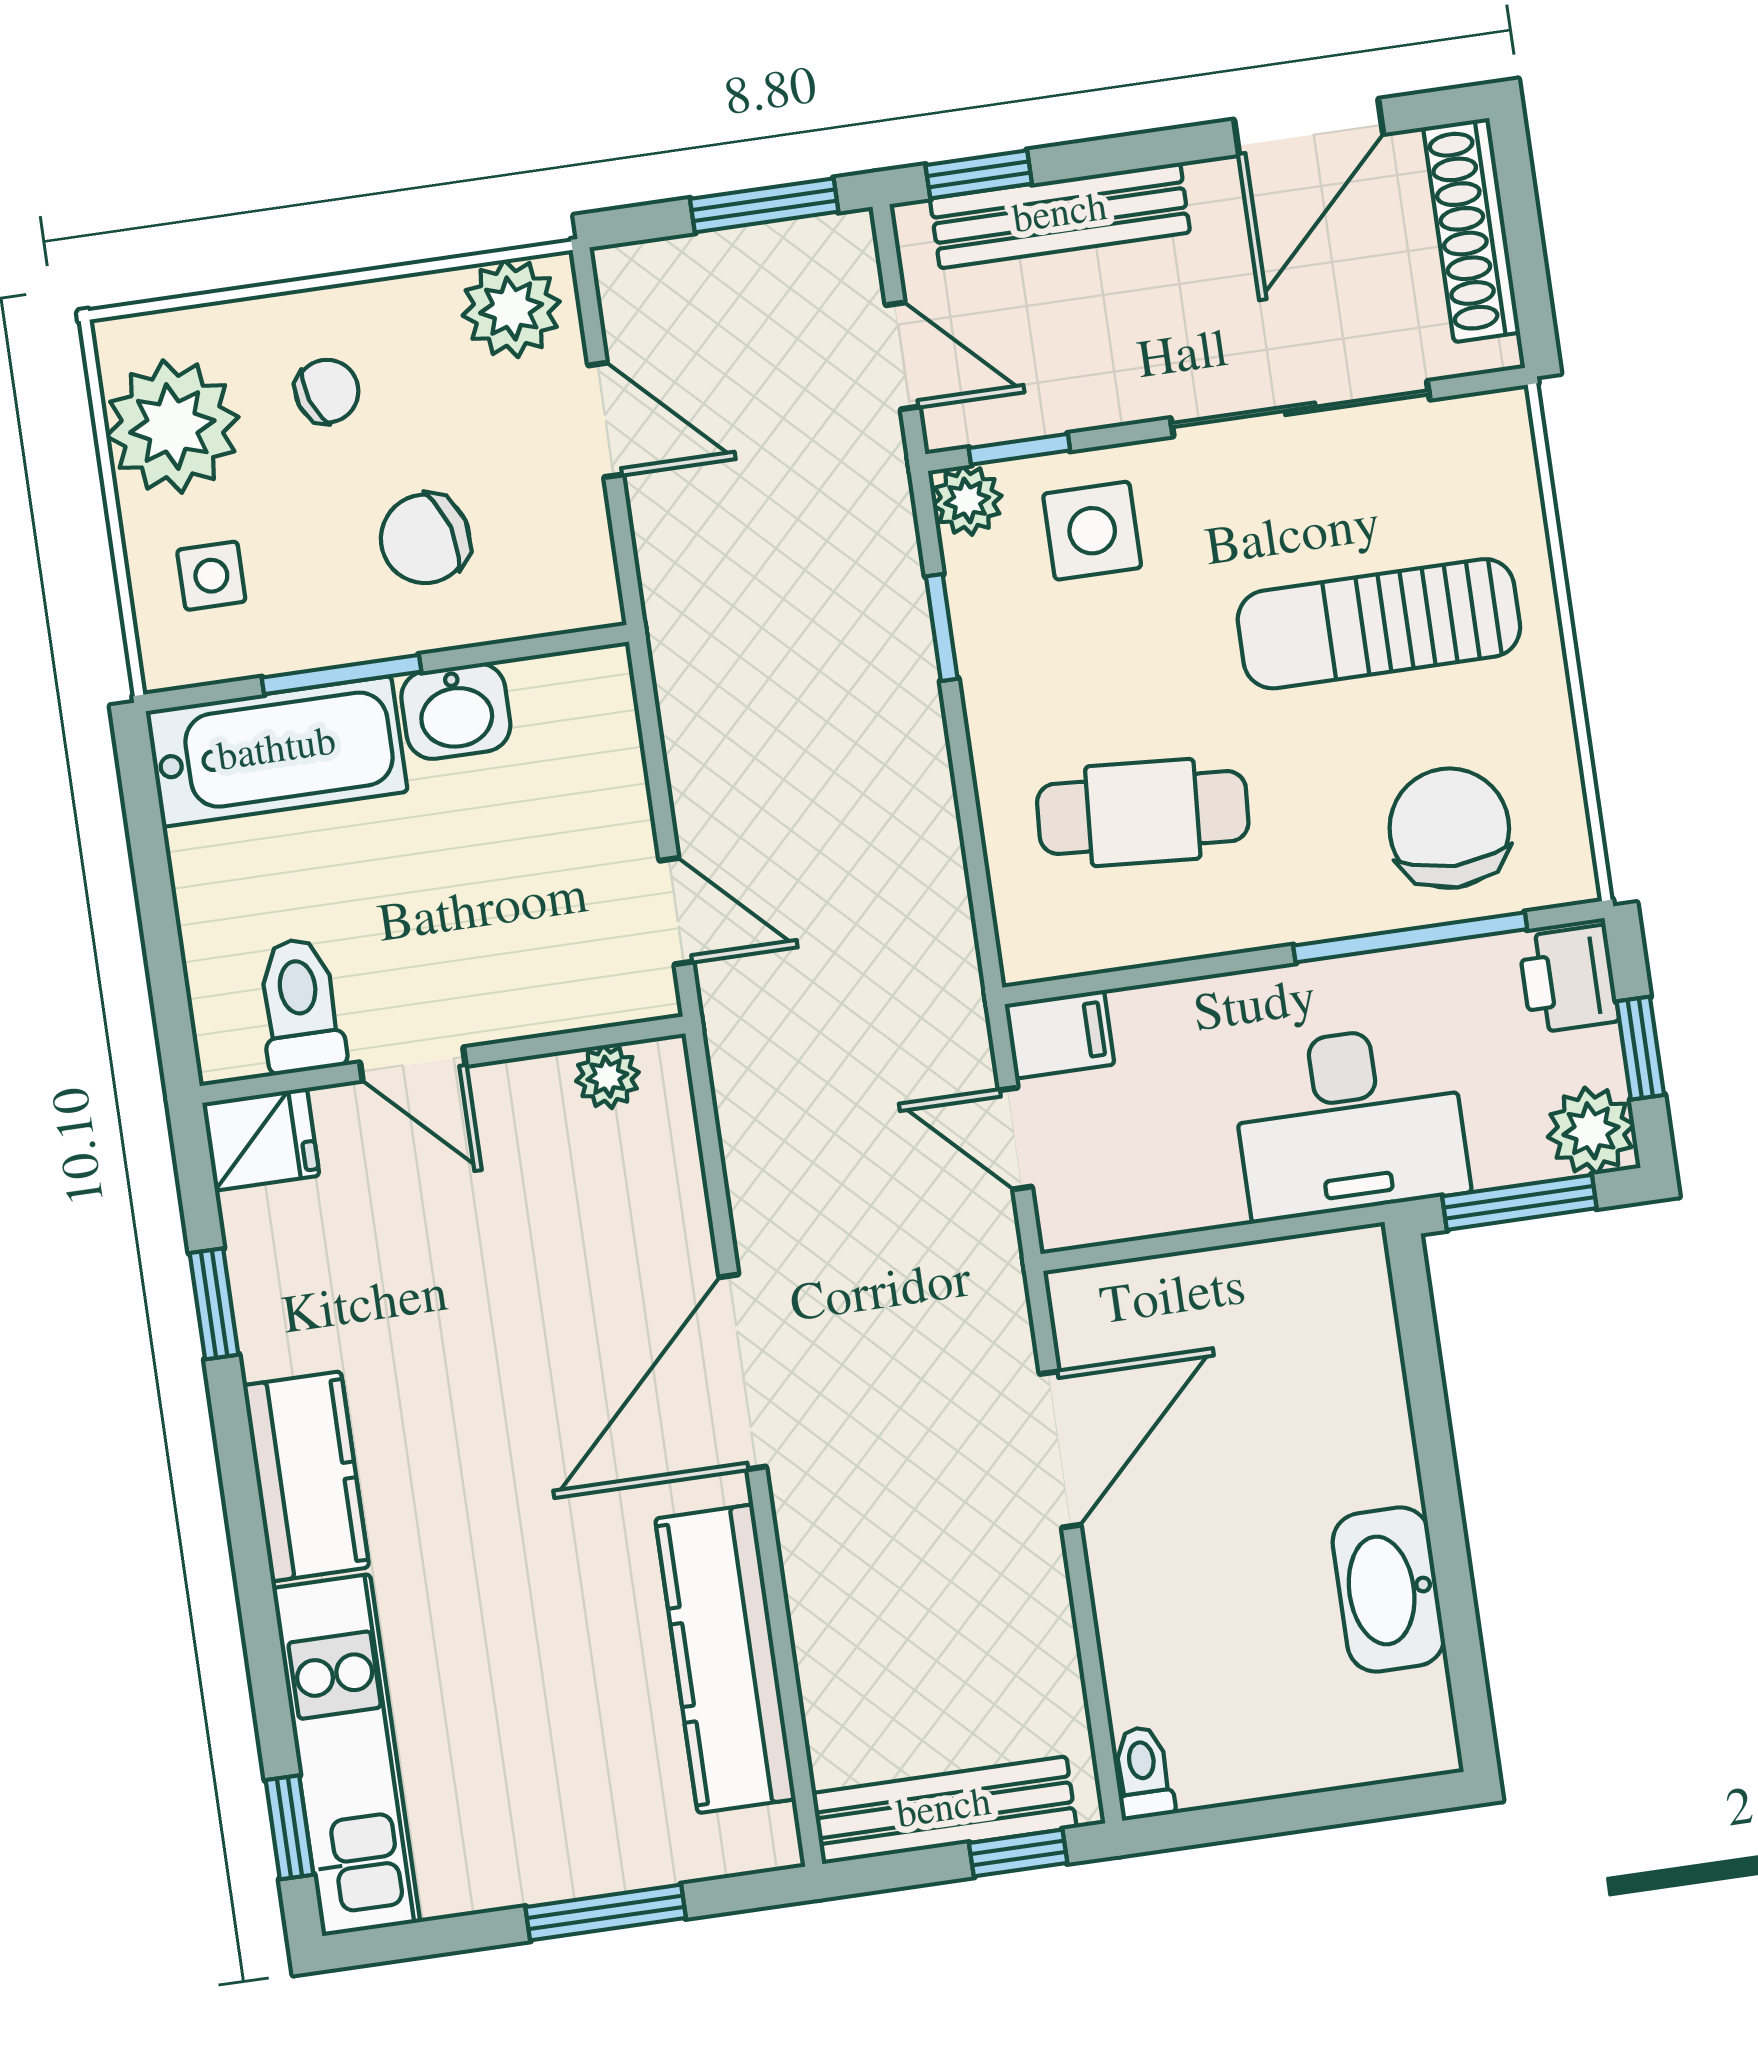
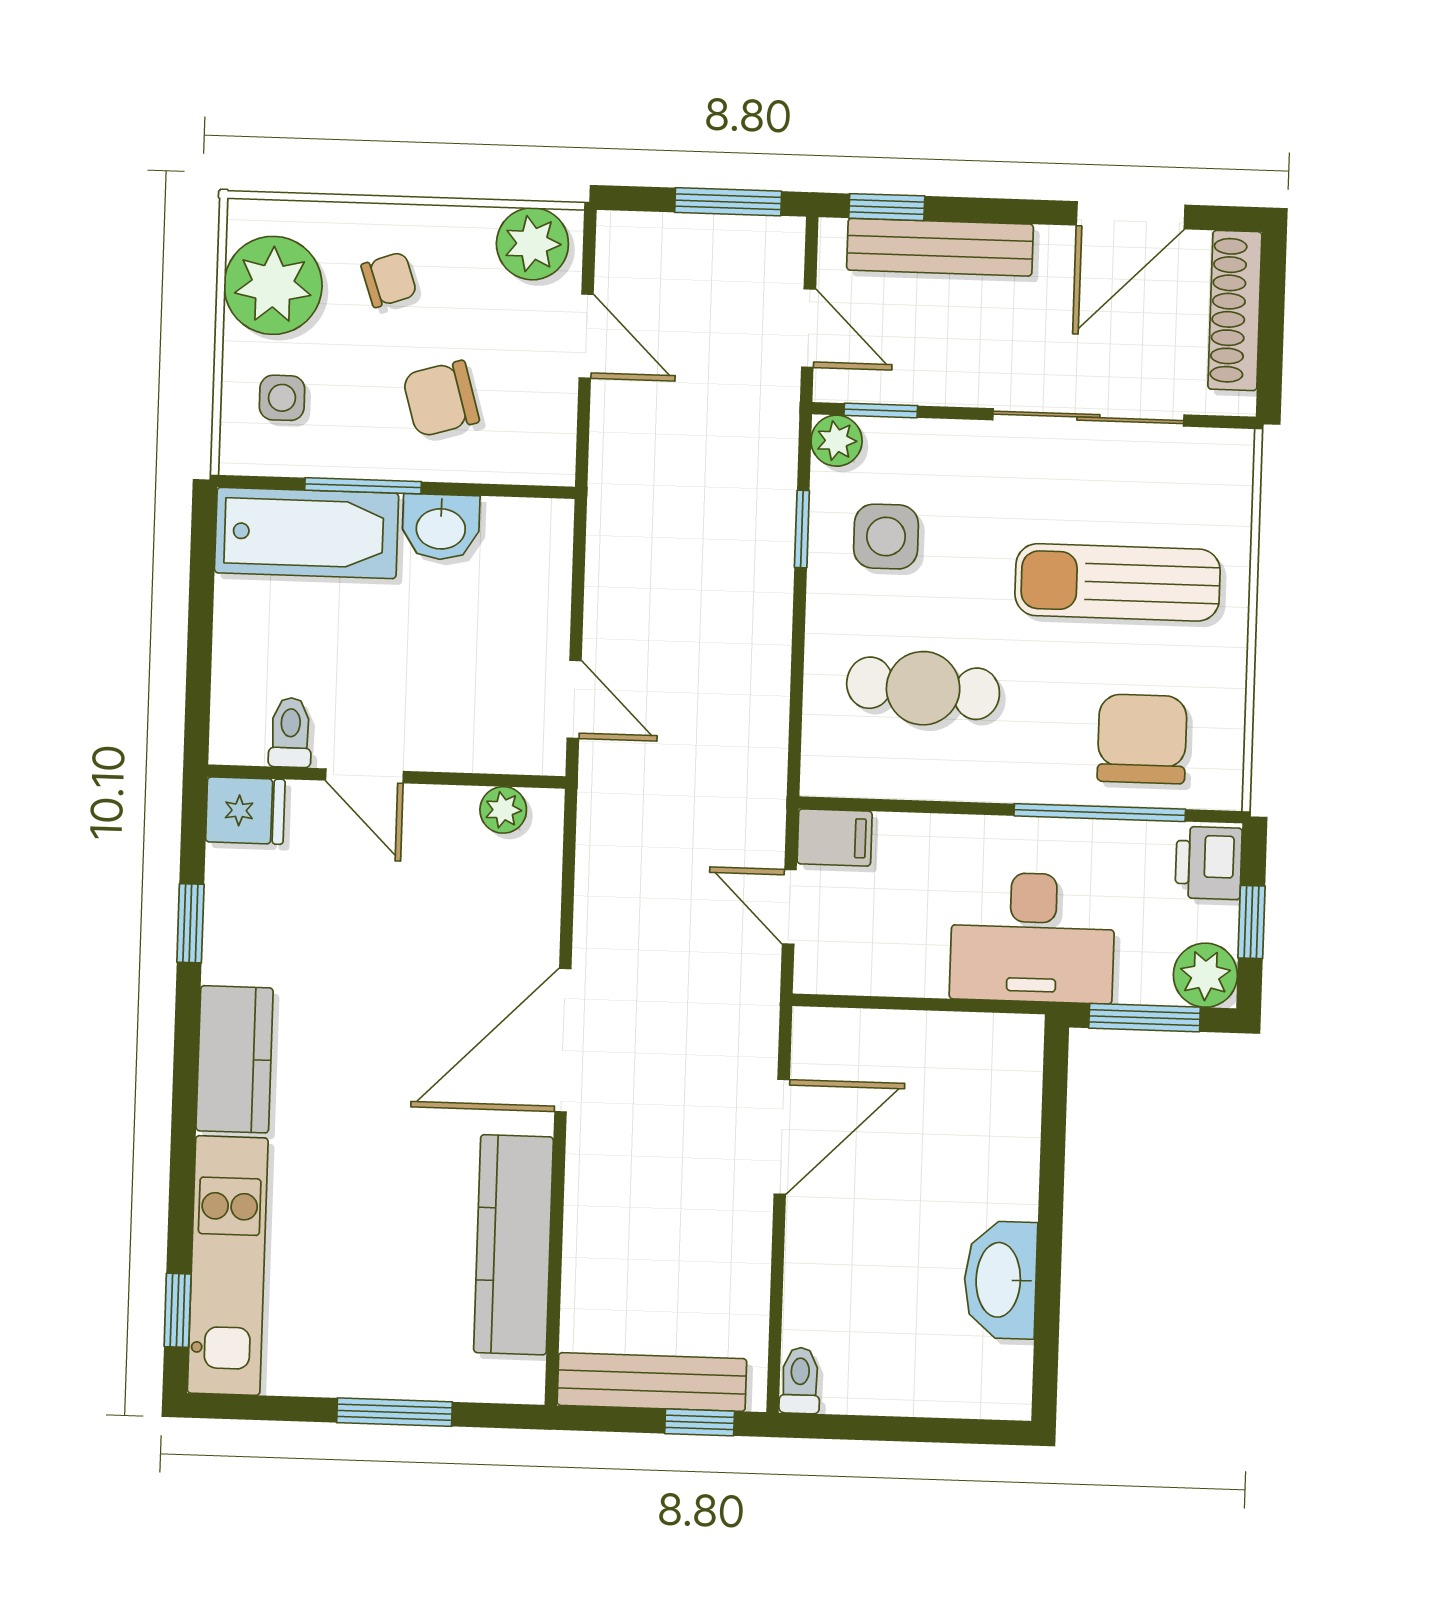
side table: (1092, 531) -> (886, 537), moved
toilet: (300, 1006) -> (290, 733), width x0.73, depth x0.72

